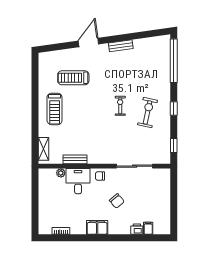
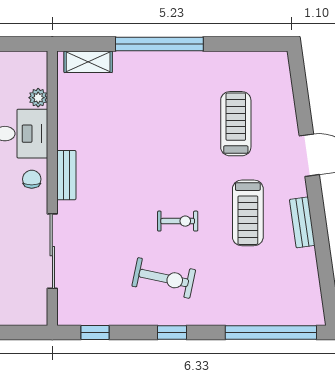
treadmill: (55, 109) -> (248, 213), moved, turned -90
window: (35, 115) -> (159, 44), added
bench: (75, 159) -> (66, 175), moved

